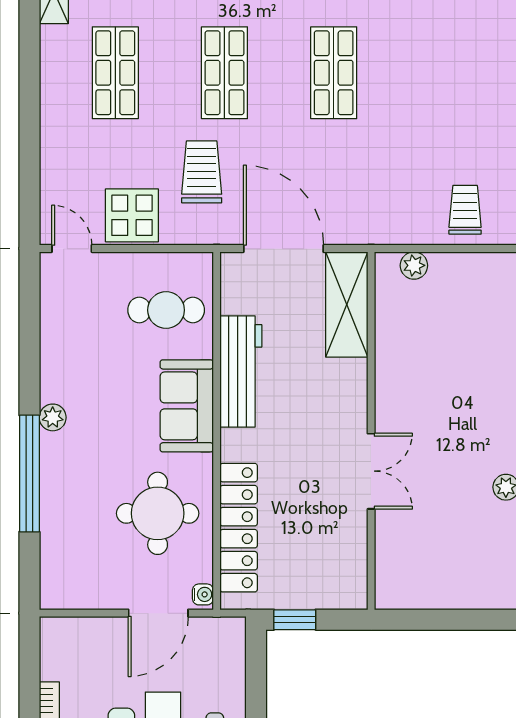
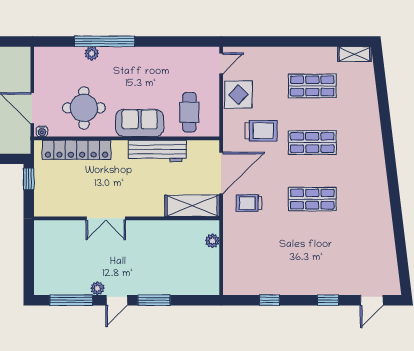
trolley: (465, 210) -> (249, 203), moved, turned 180
plant: (53, 417) -> (92, 53), moved

